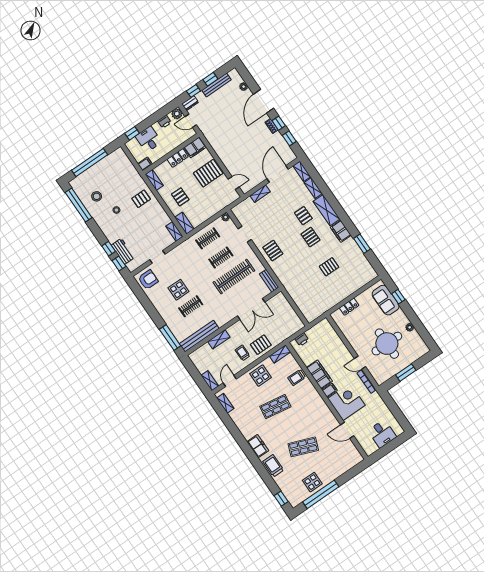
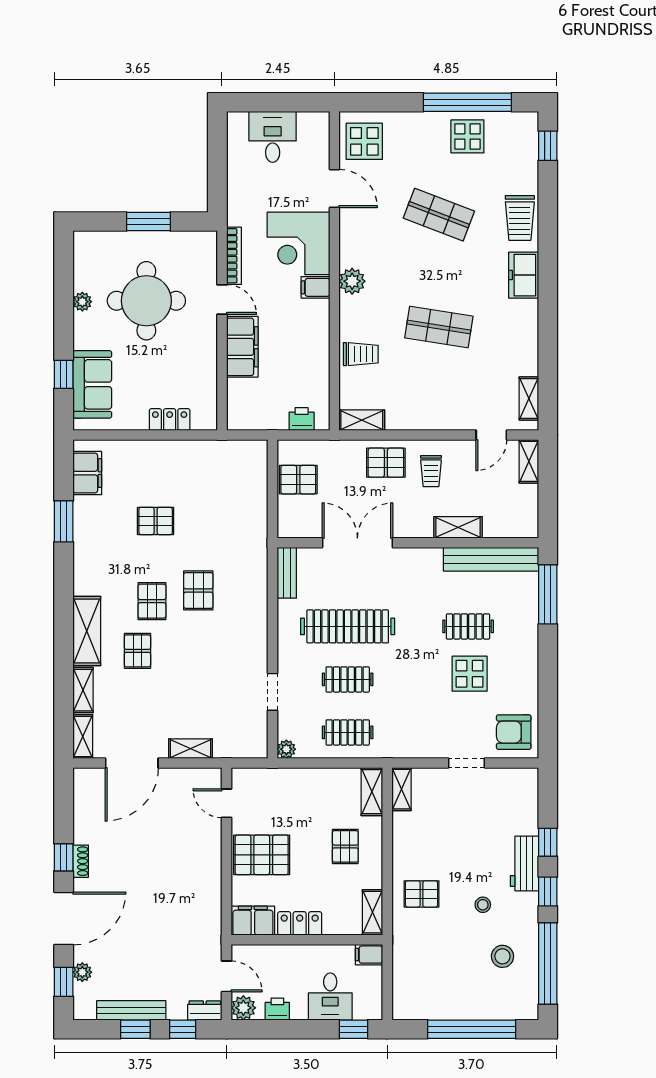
window: (289, 138) -> (64, 982), moved
filing cabinet: (341, 231) -> (87, 473), moved
workbench: (123, 251) -> (525, 864), moved
pallet: (273, 251) -> (198, 590), moved
window: (119, 263) -> (548, 891), moved
pallet: (288, 317) -> (298, 480), added
filing cabinet: (319, 374) -> (242, 347), moved, turned 180
display table: (261, 376) -> (364, 141), moved
plant: (318, 402) -> (352, 281), added

